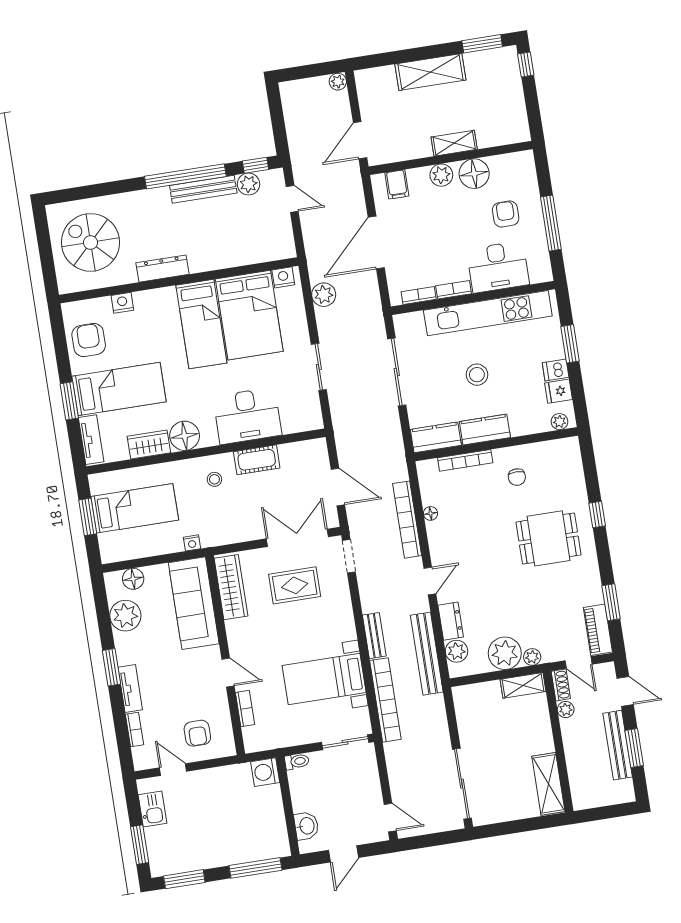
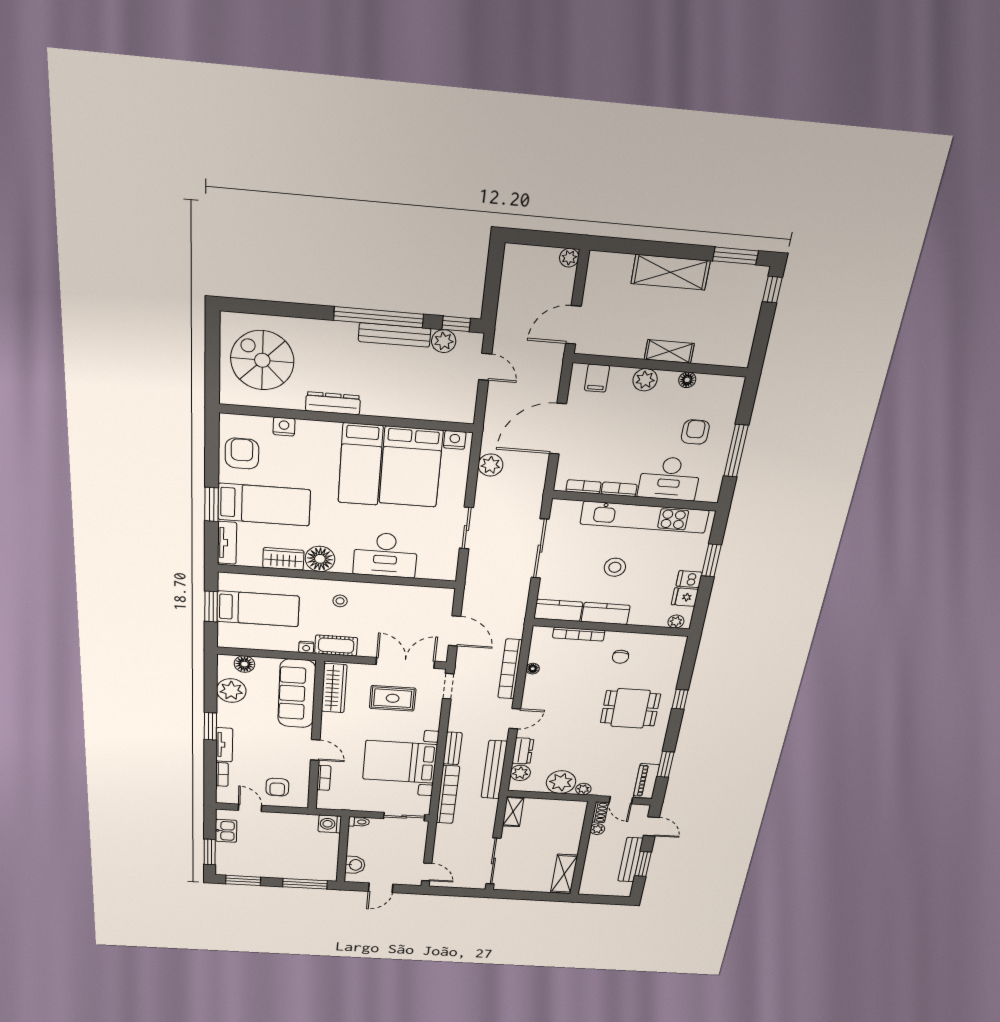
floor lamp: (474, 174) -> (687, 380), width x0.53, depth x0.53
cot: (257, 460) -> (336, 646), moved
bed with nightstands: (324, 679) -> (400, 762), width x1.36
shelving: (523, 685) -> (513, 812), moved, turned 90

